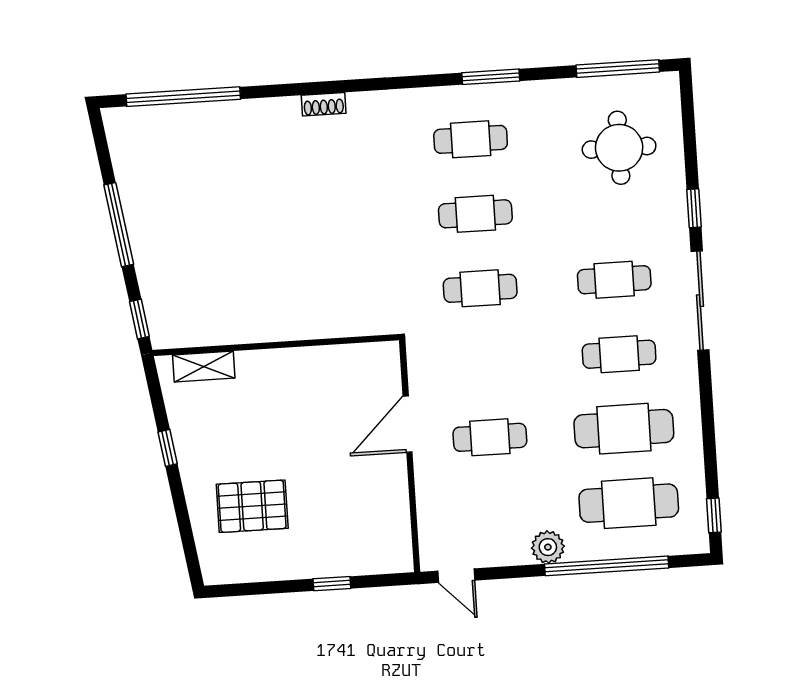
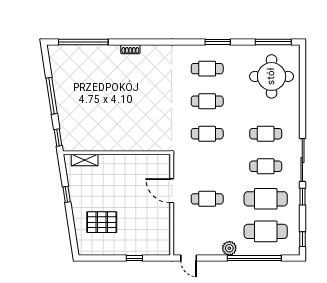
shoe rack: (324, 104) -> (130, 49), moved
round table: (619, 148) -> (272, 76), width x1.36, depth x1.36
window: (694, 208) -> (302, 197), moved
sliding door: (700, 301) -> (302, 160), moved
door: (408, 424) -> (172, 191), hinge flipped

